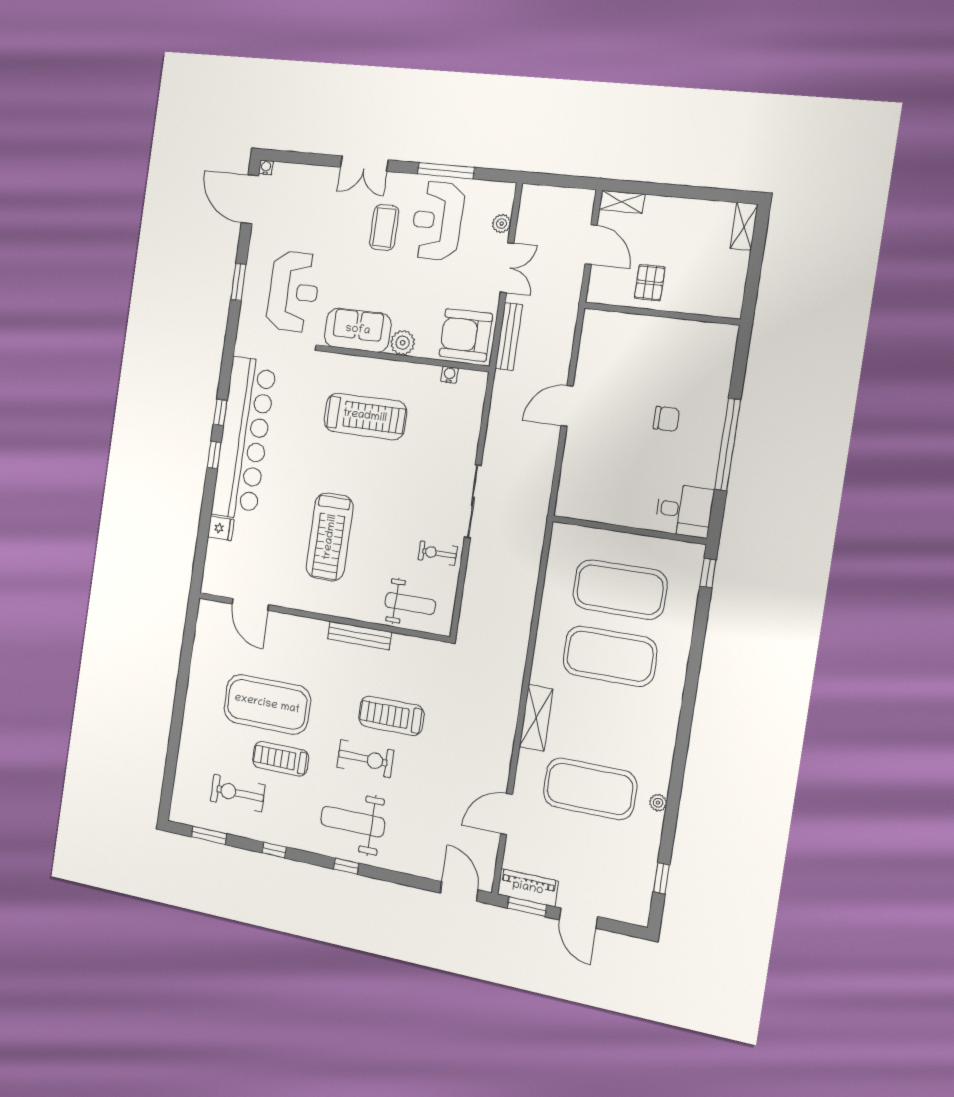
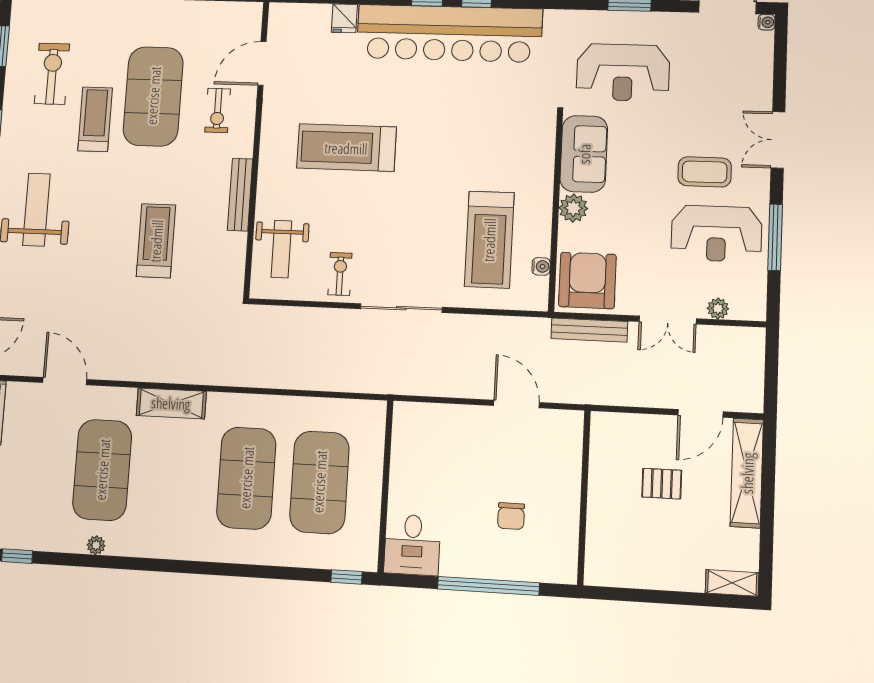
shelving: (622, 202) -> (747, 473), width x2.20, depth x1.33
reception desk: (437, 221) -> (716, 233), turned 180
wall: (661, 314) -> (584, 497), moved
treadmill: (365, 416) -> (489, 240), moved
exercise bike: (365, 759) -> (218, 111), moved, width x0.73, depth x0.72

